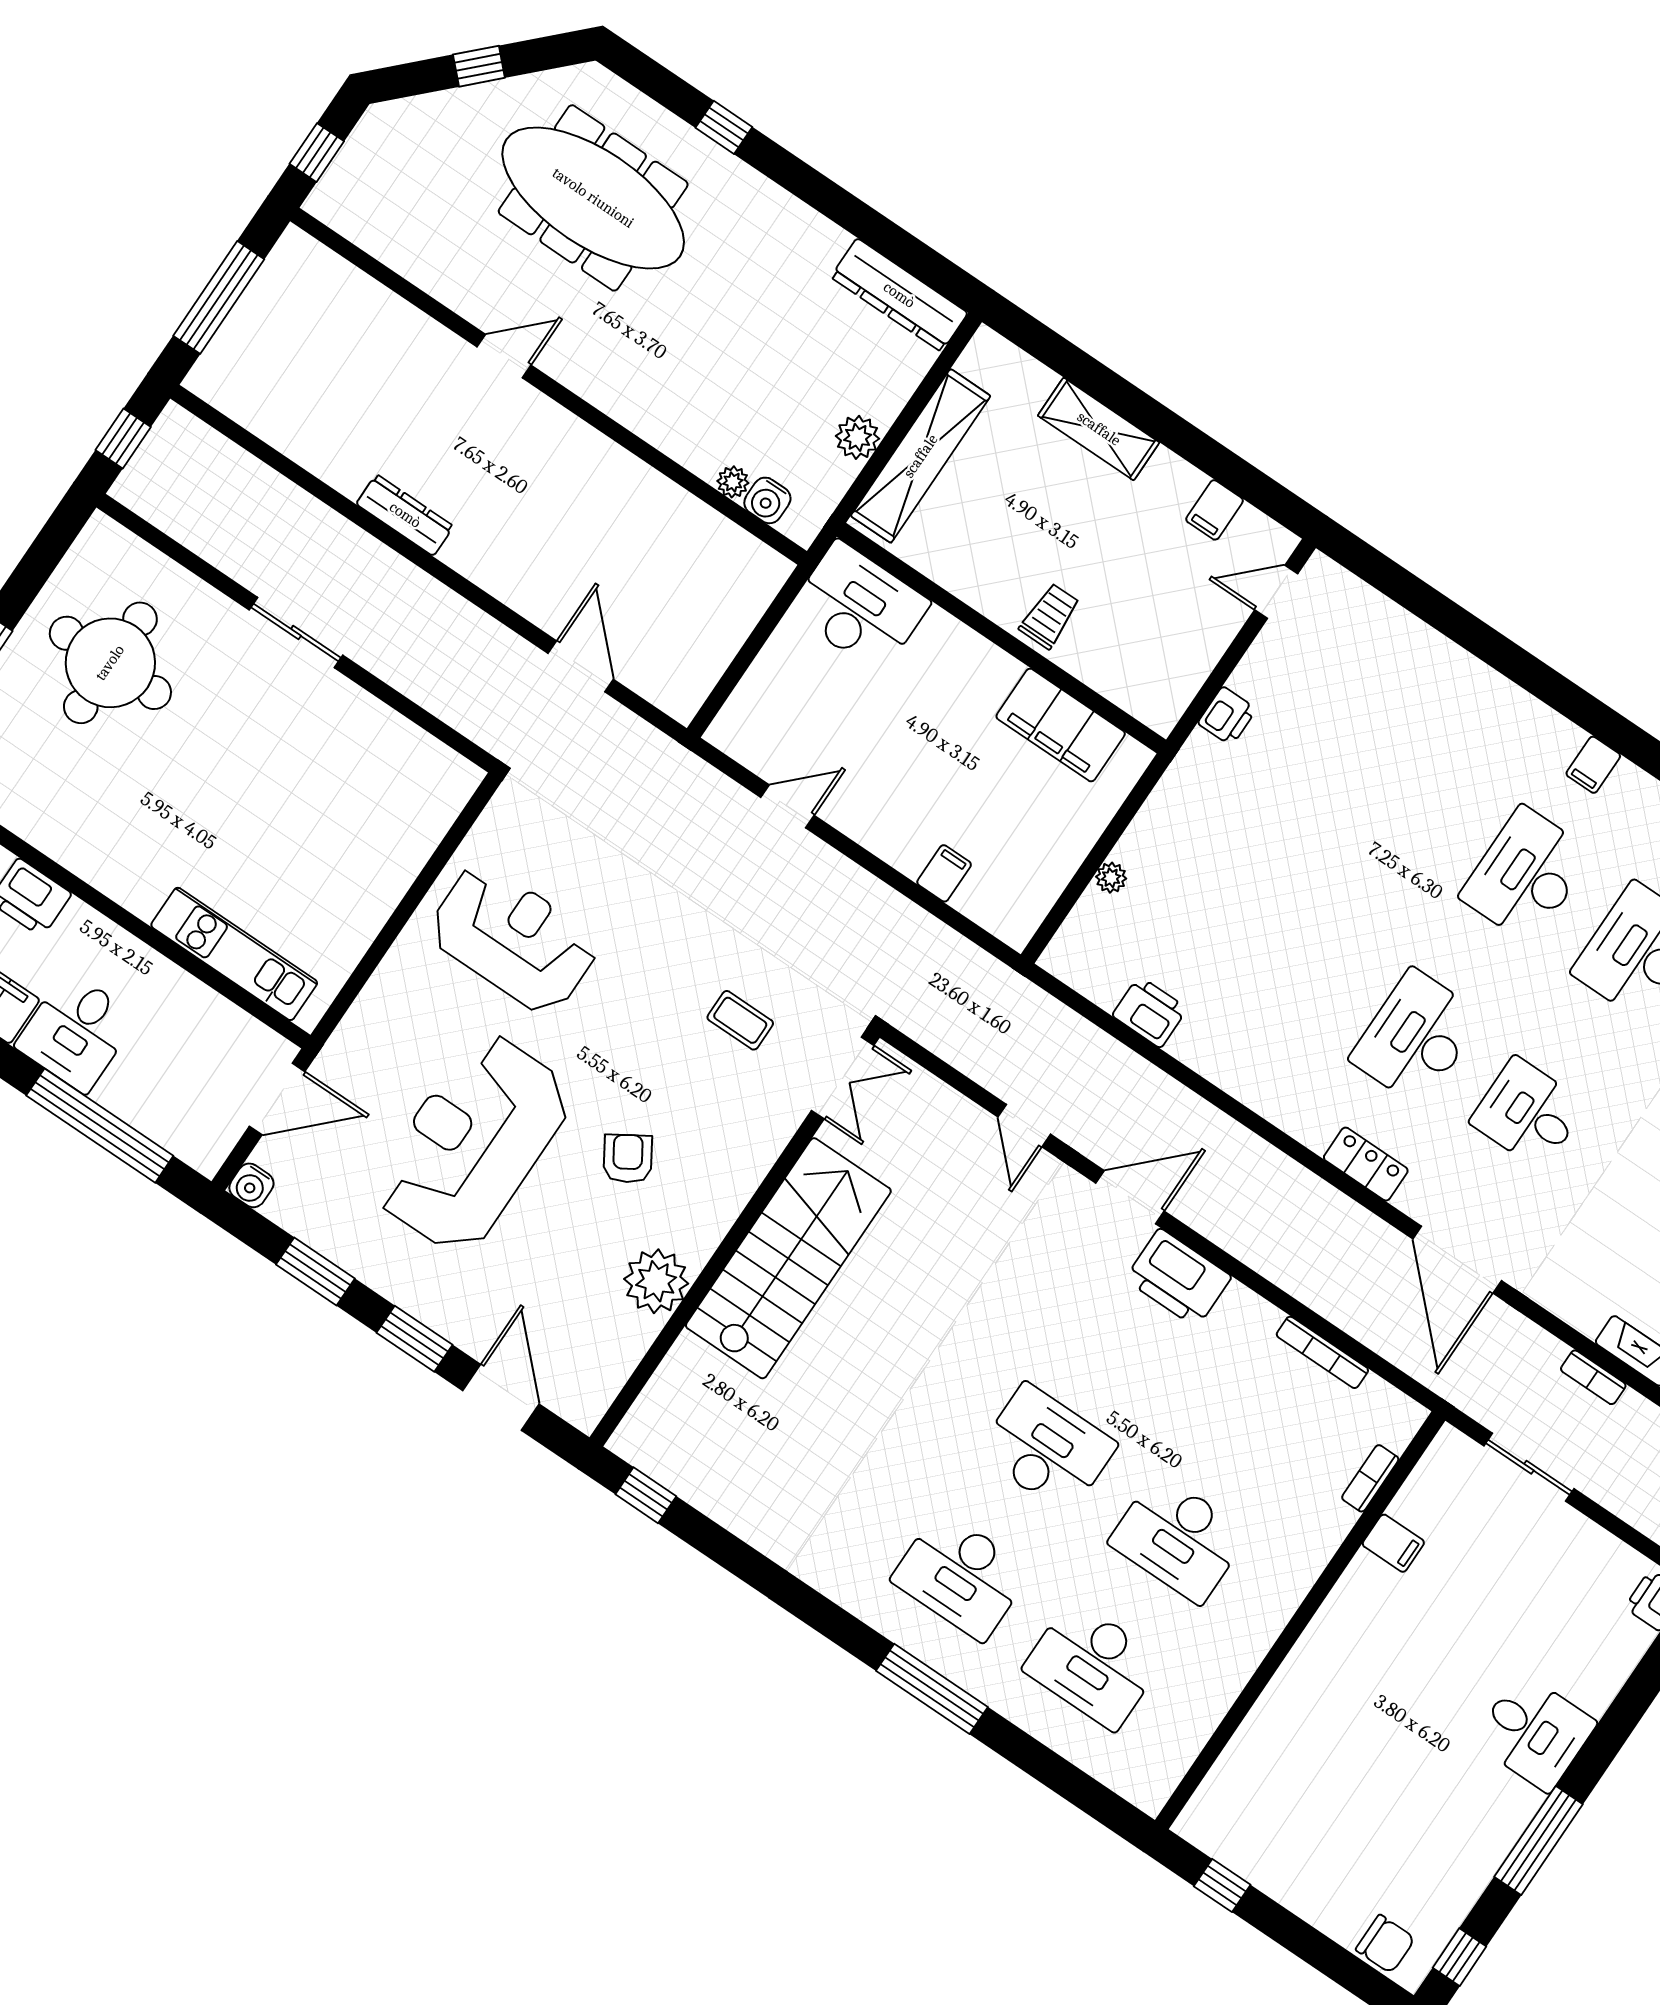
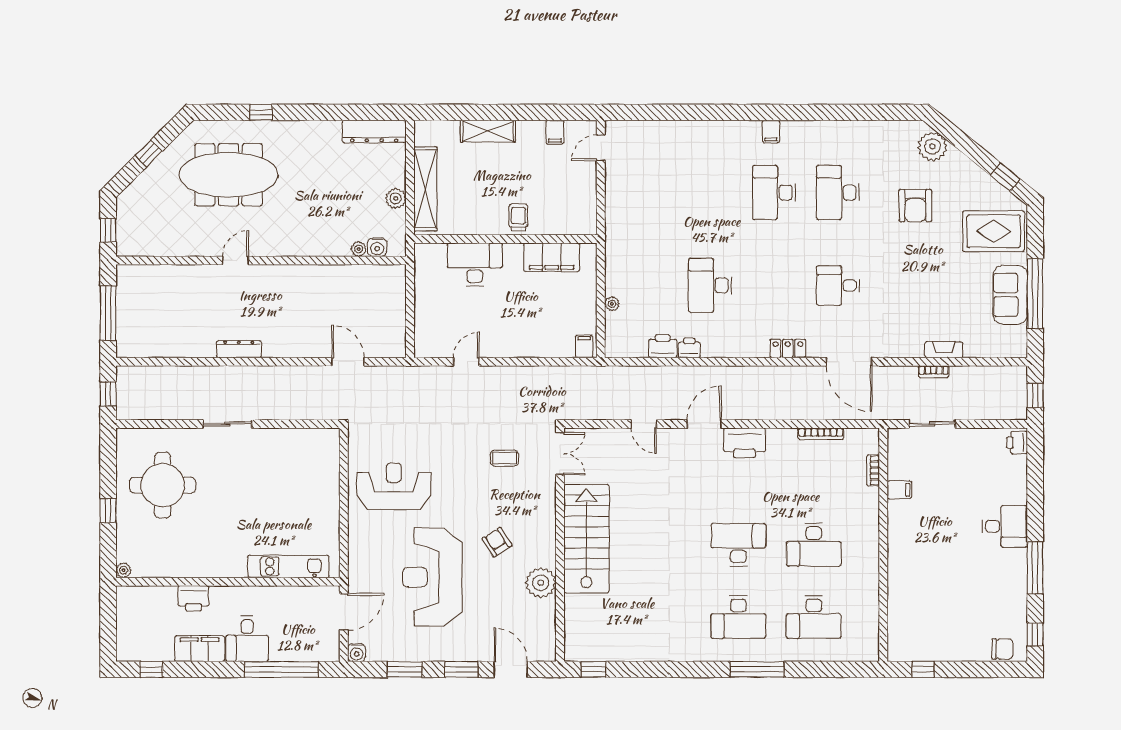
desk: (859, 607) -> (475, 264), moved
printer: (1227, 716) -> (689, 348), moved, turned -90
filing cabinet: (944, 873) -> (584, 346), moved
desk: (1416, 1038) -> (710, 285), moved

